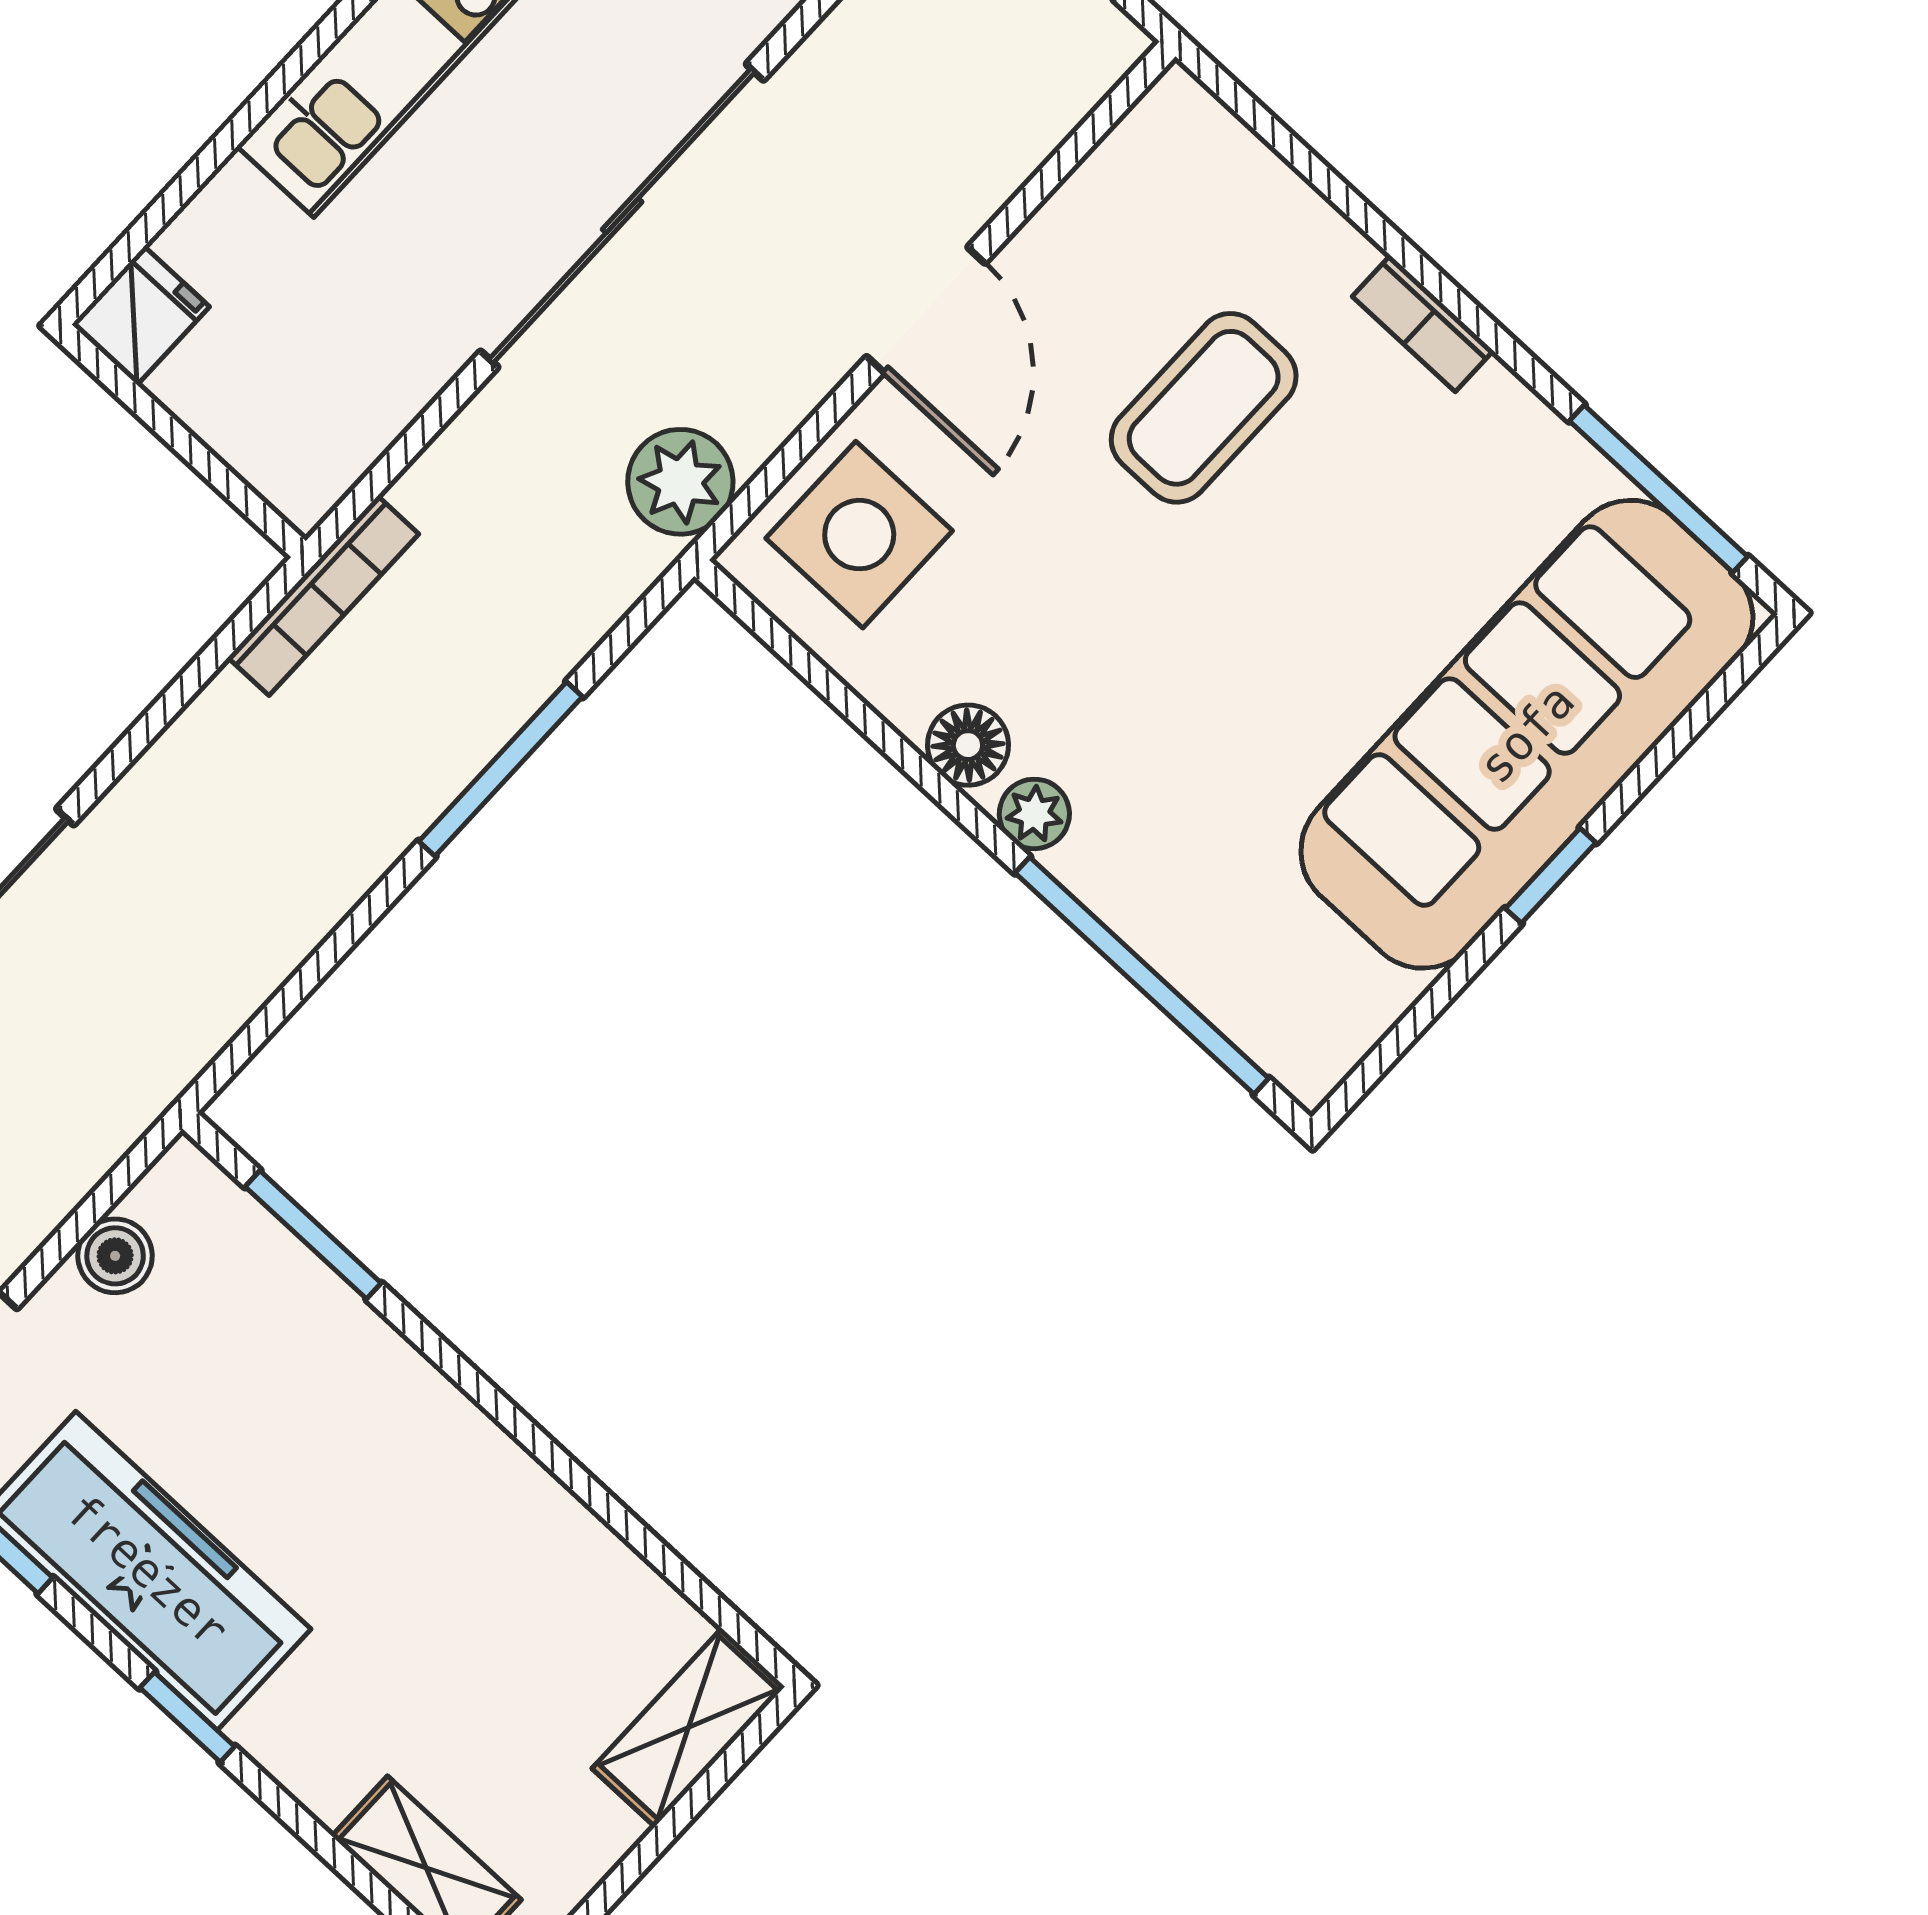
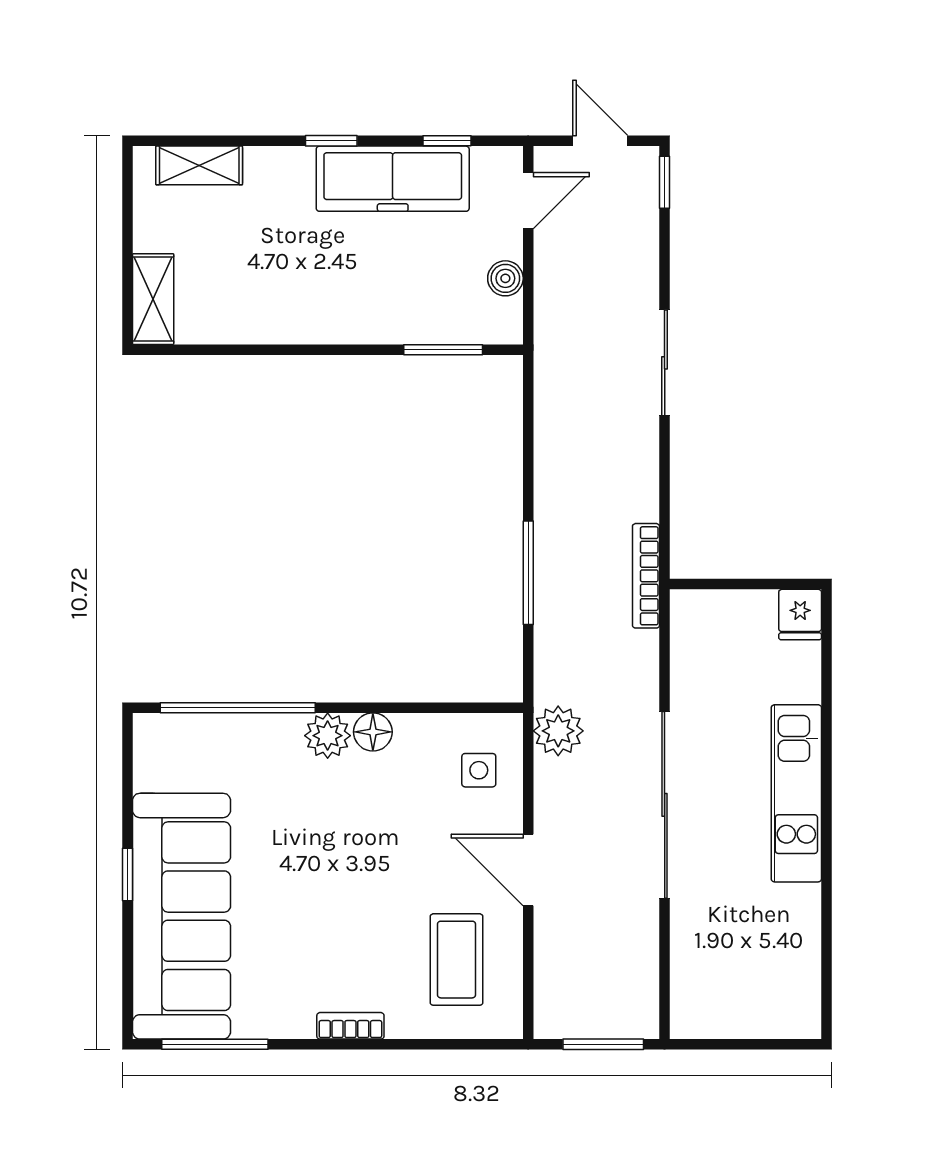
coffee table: (1204, 408) -> (456, 960), moved
side table: (859, 535) -> (479, 770), width x0.54, depth x0.54
plant: (1034, 814) -> (328, 736), width x1.38, depth x1.38

